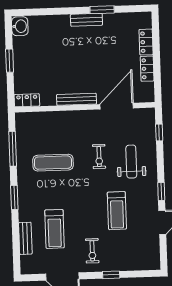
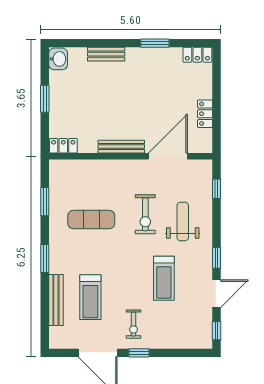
bench: (86, 20) -> (106, 54), moved
locker: (146, 42) -> (197, 55), moved, turned -90
window: (13, 149) -> (45, 202), width x0.69
exercise bike: (99, 157) -> (145, 214), width x1.38, depth x1.39
bench: (25, 238) -> (56, 300), width x1.36
window: (163, 254) -> (216, 331), added
window: (111, 275) -> (139, 353), moved

